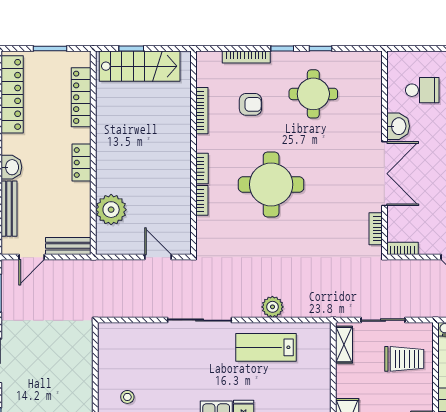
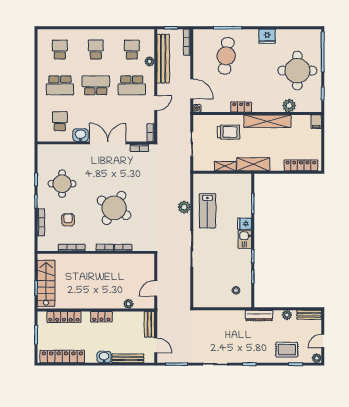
round table: (271, 184) -> (114, 208), turned 31
plant: (111, 210) -> (128, 304), width x0.53, depth x0.53
door: (158, 257) -> (156, 289), moved
shelving: (344, 345) -> (225, 166), moved
trolley: (404, 359) -> (228, 132), moved, turned 90

